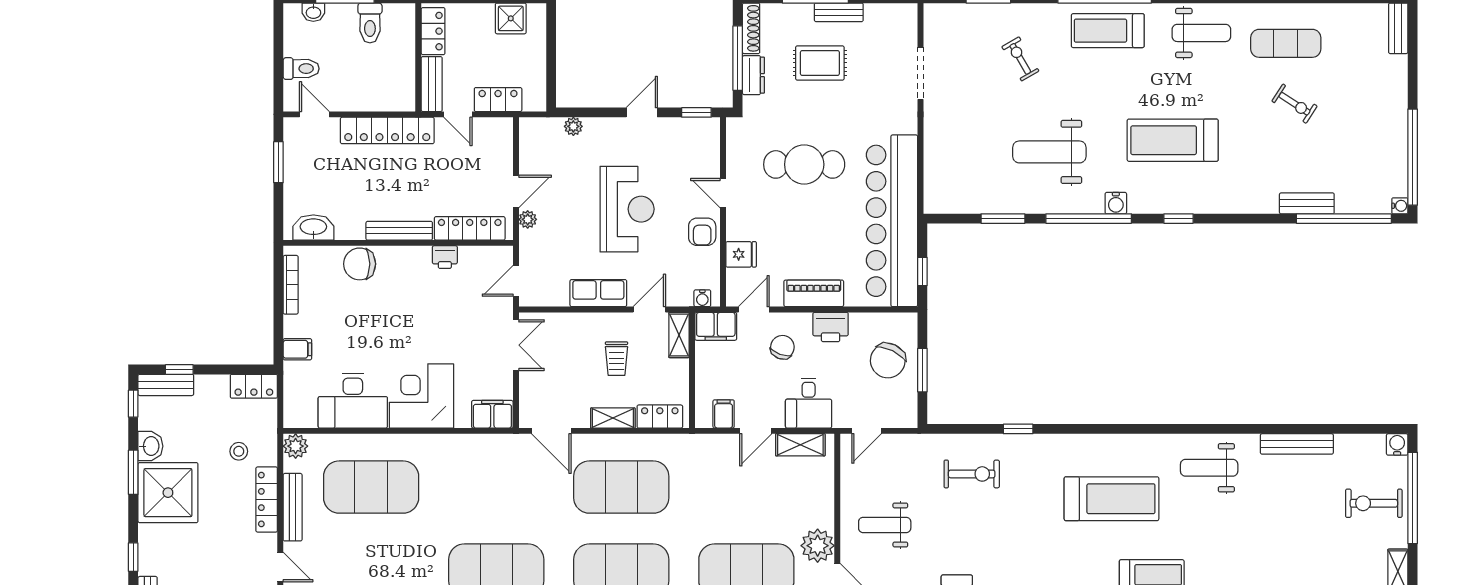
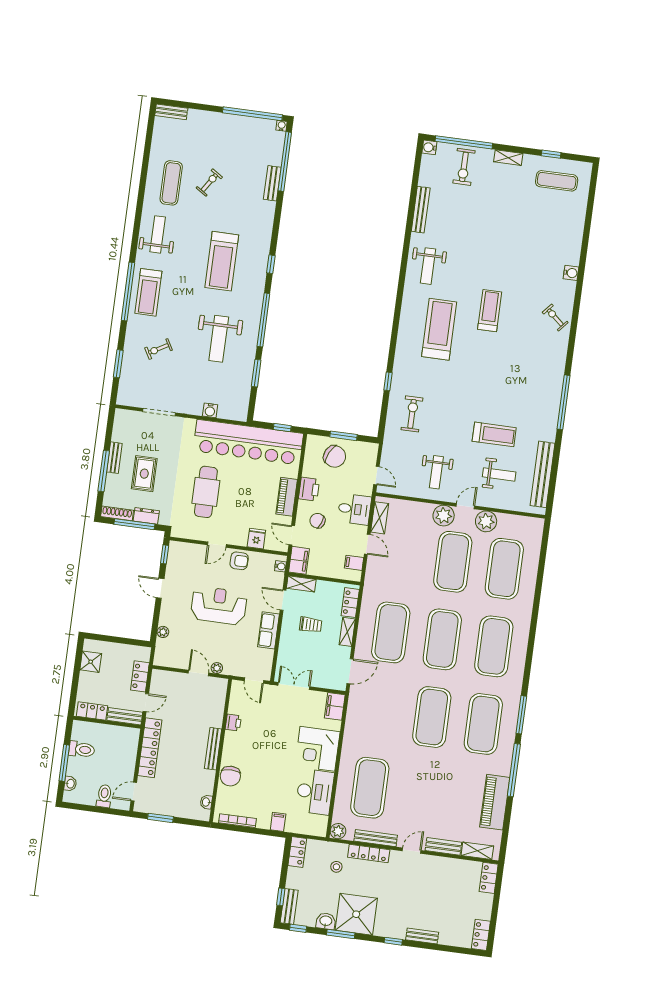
water cooler: (1116, 203) -> (210, 410), moved, turned 90
washbasin: (313, 227) -> (206, 802), width x0.52, depth x0.69
locker: (470, 228) -> (217, 705), removed

